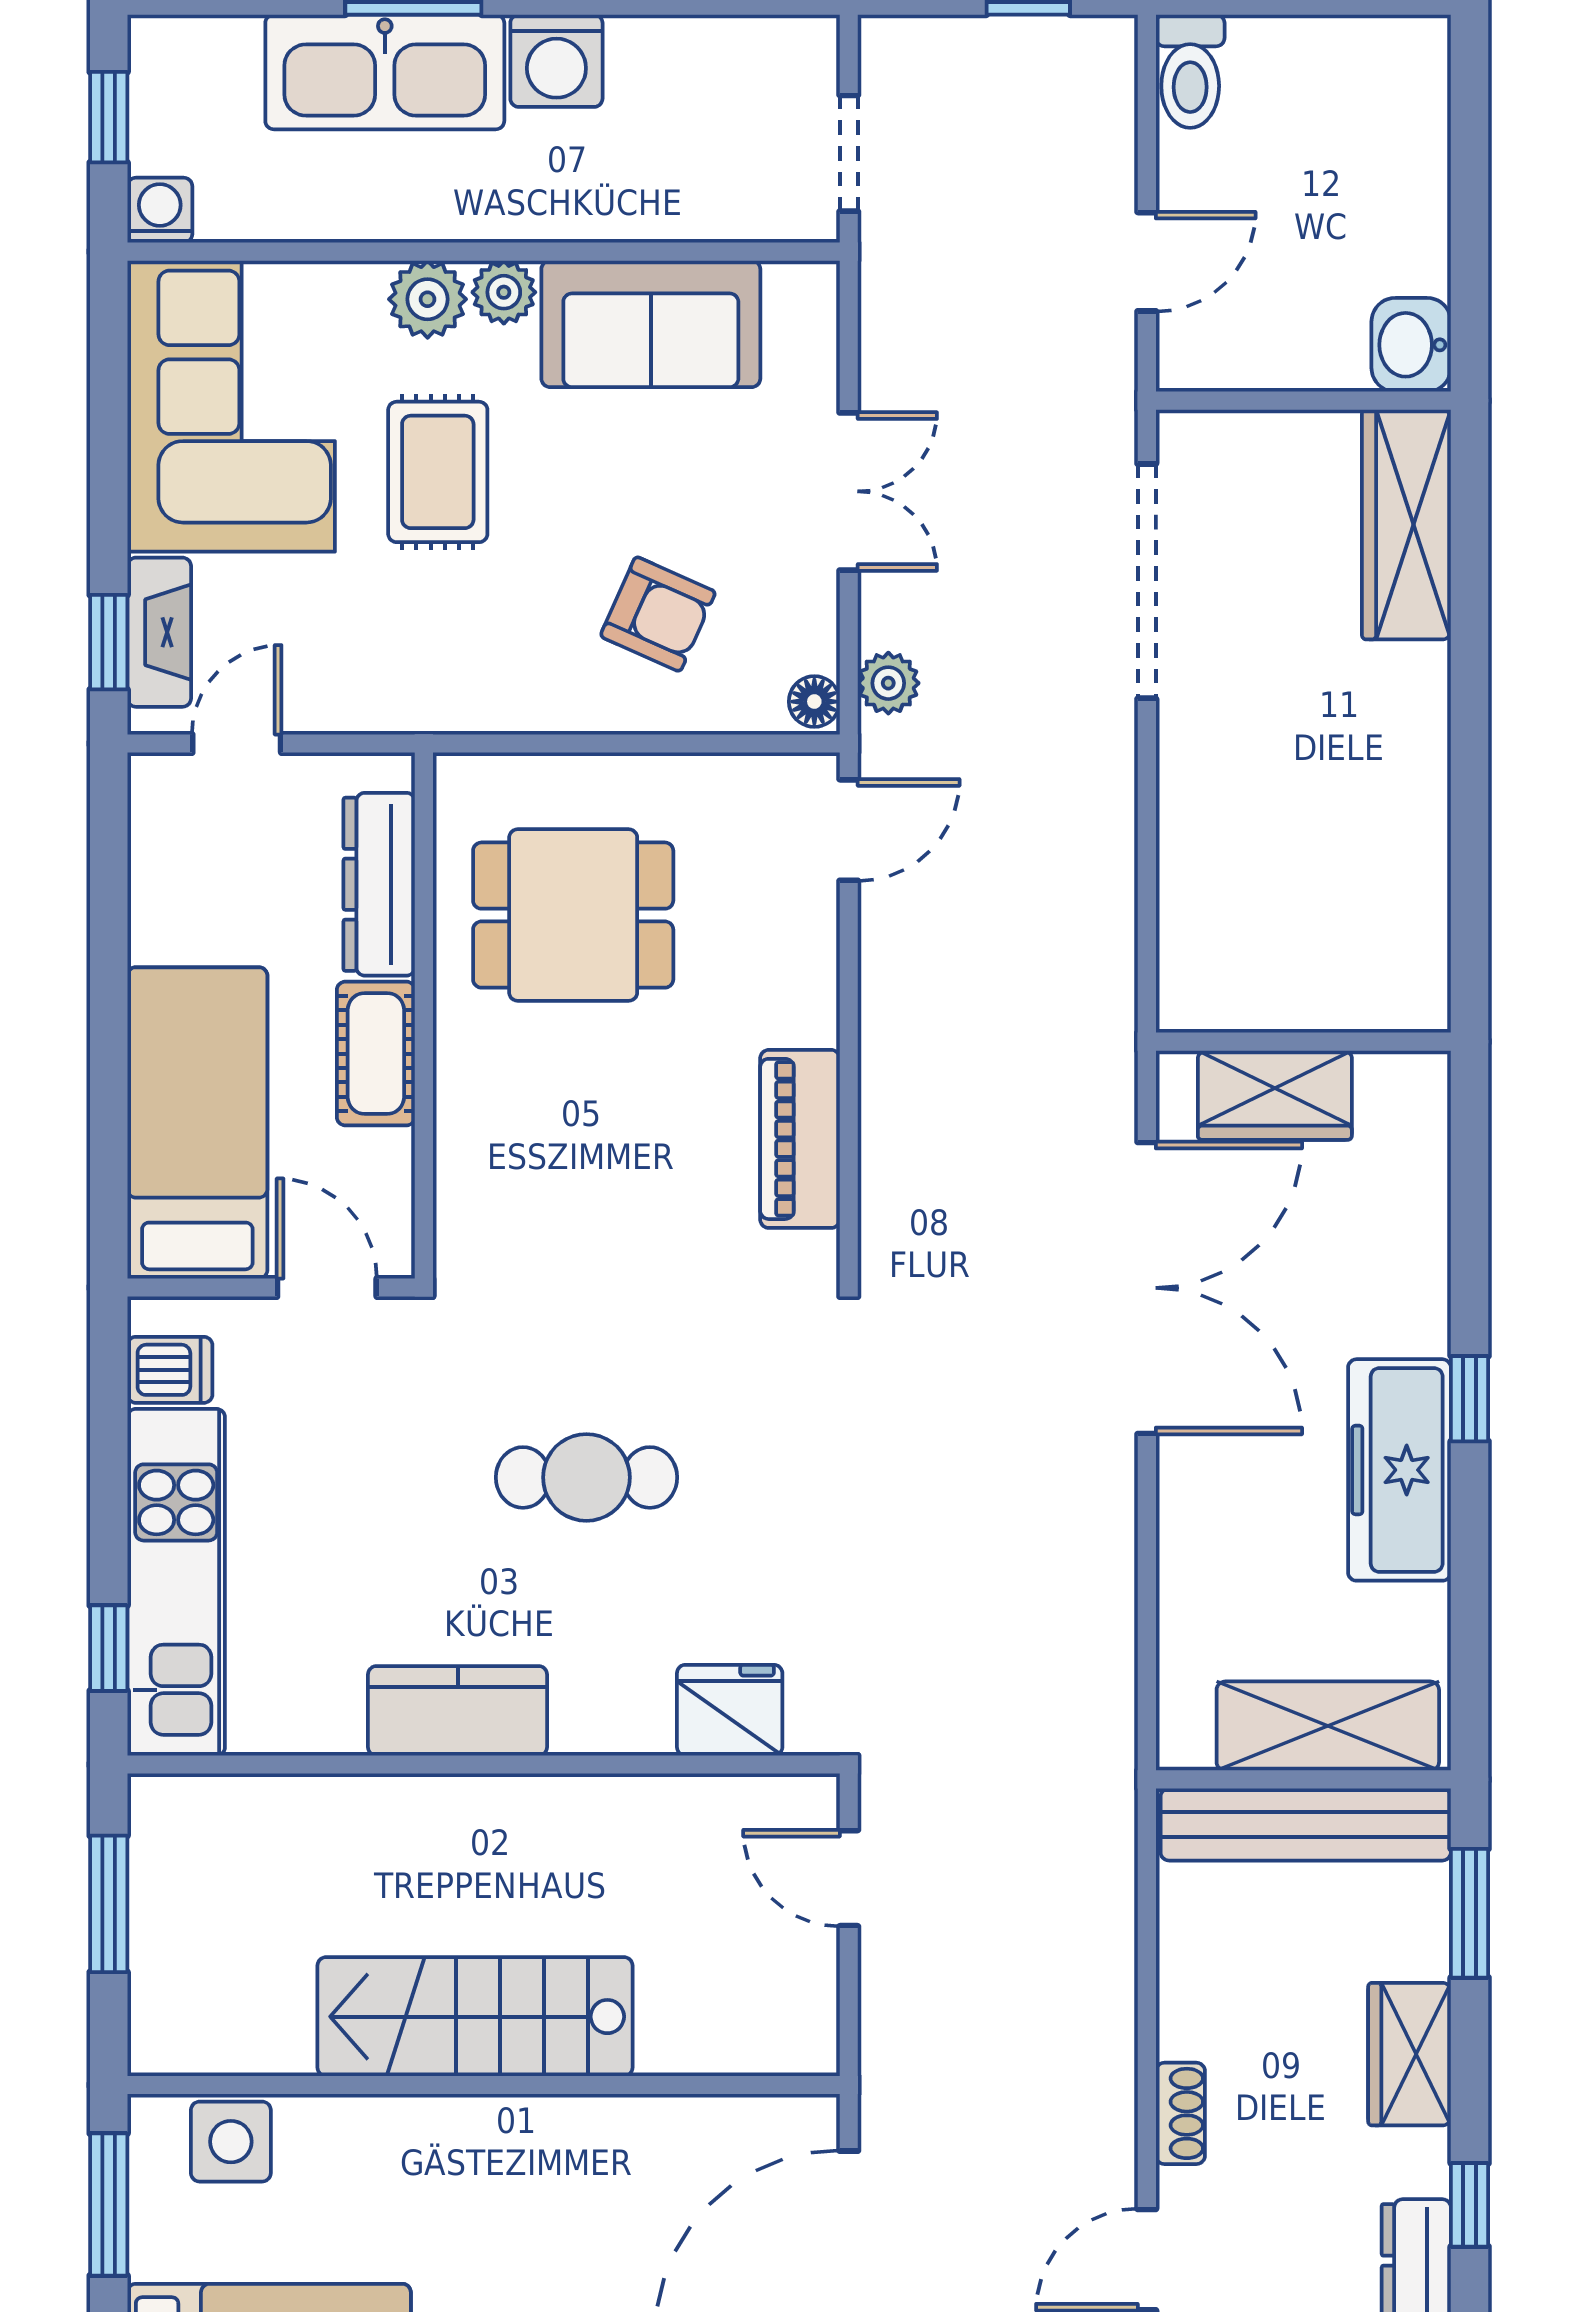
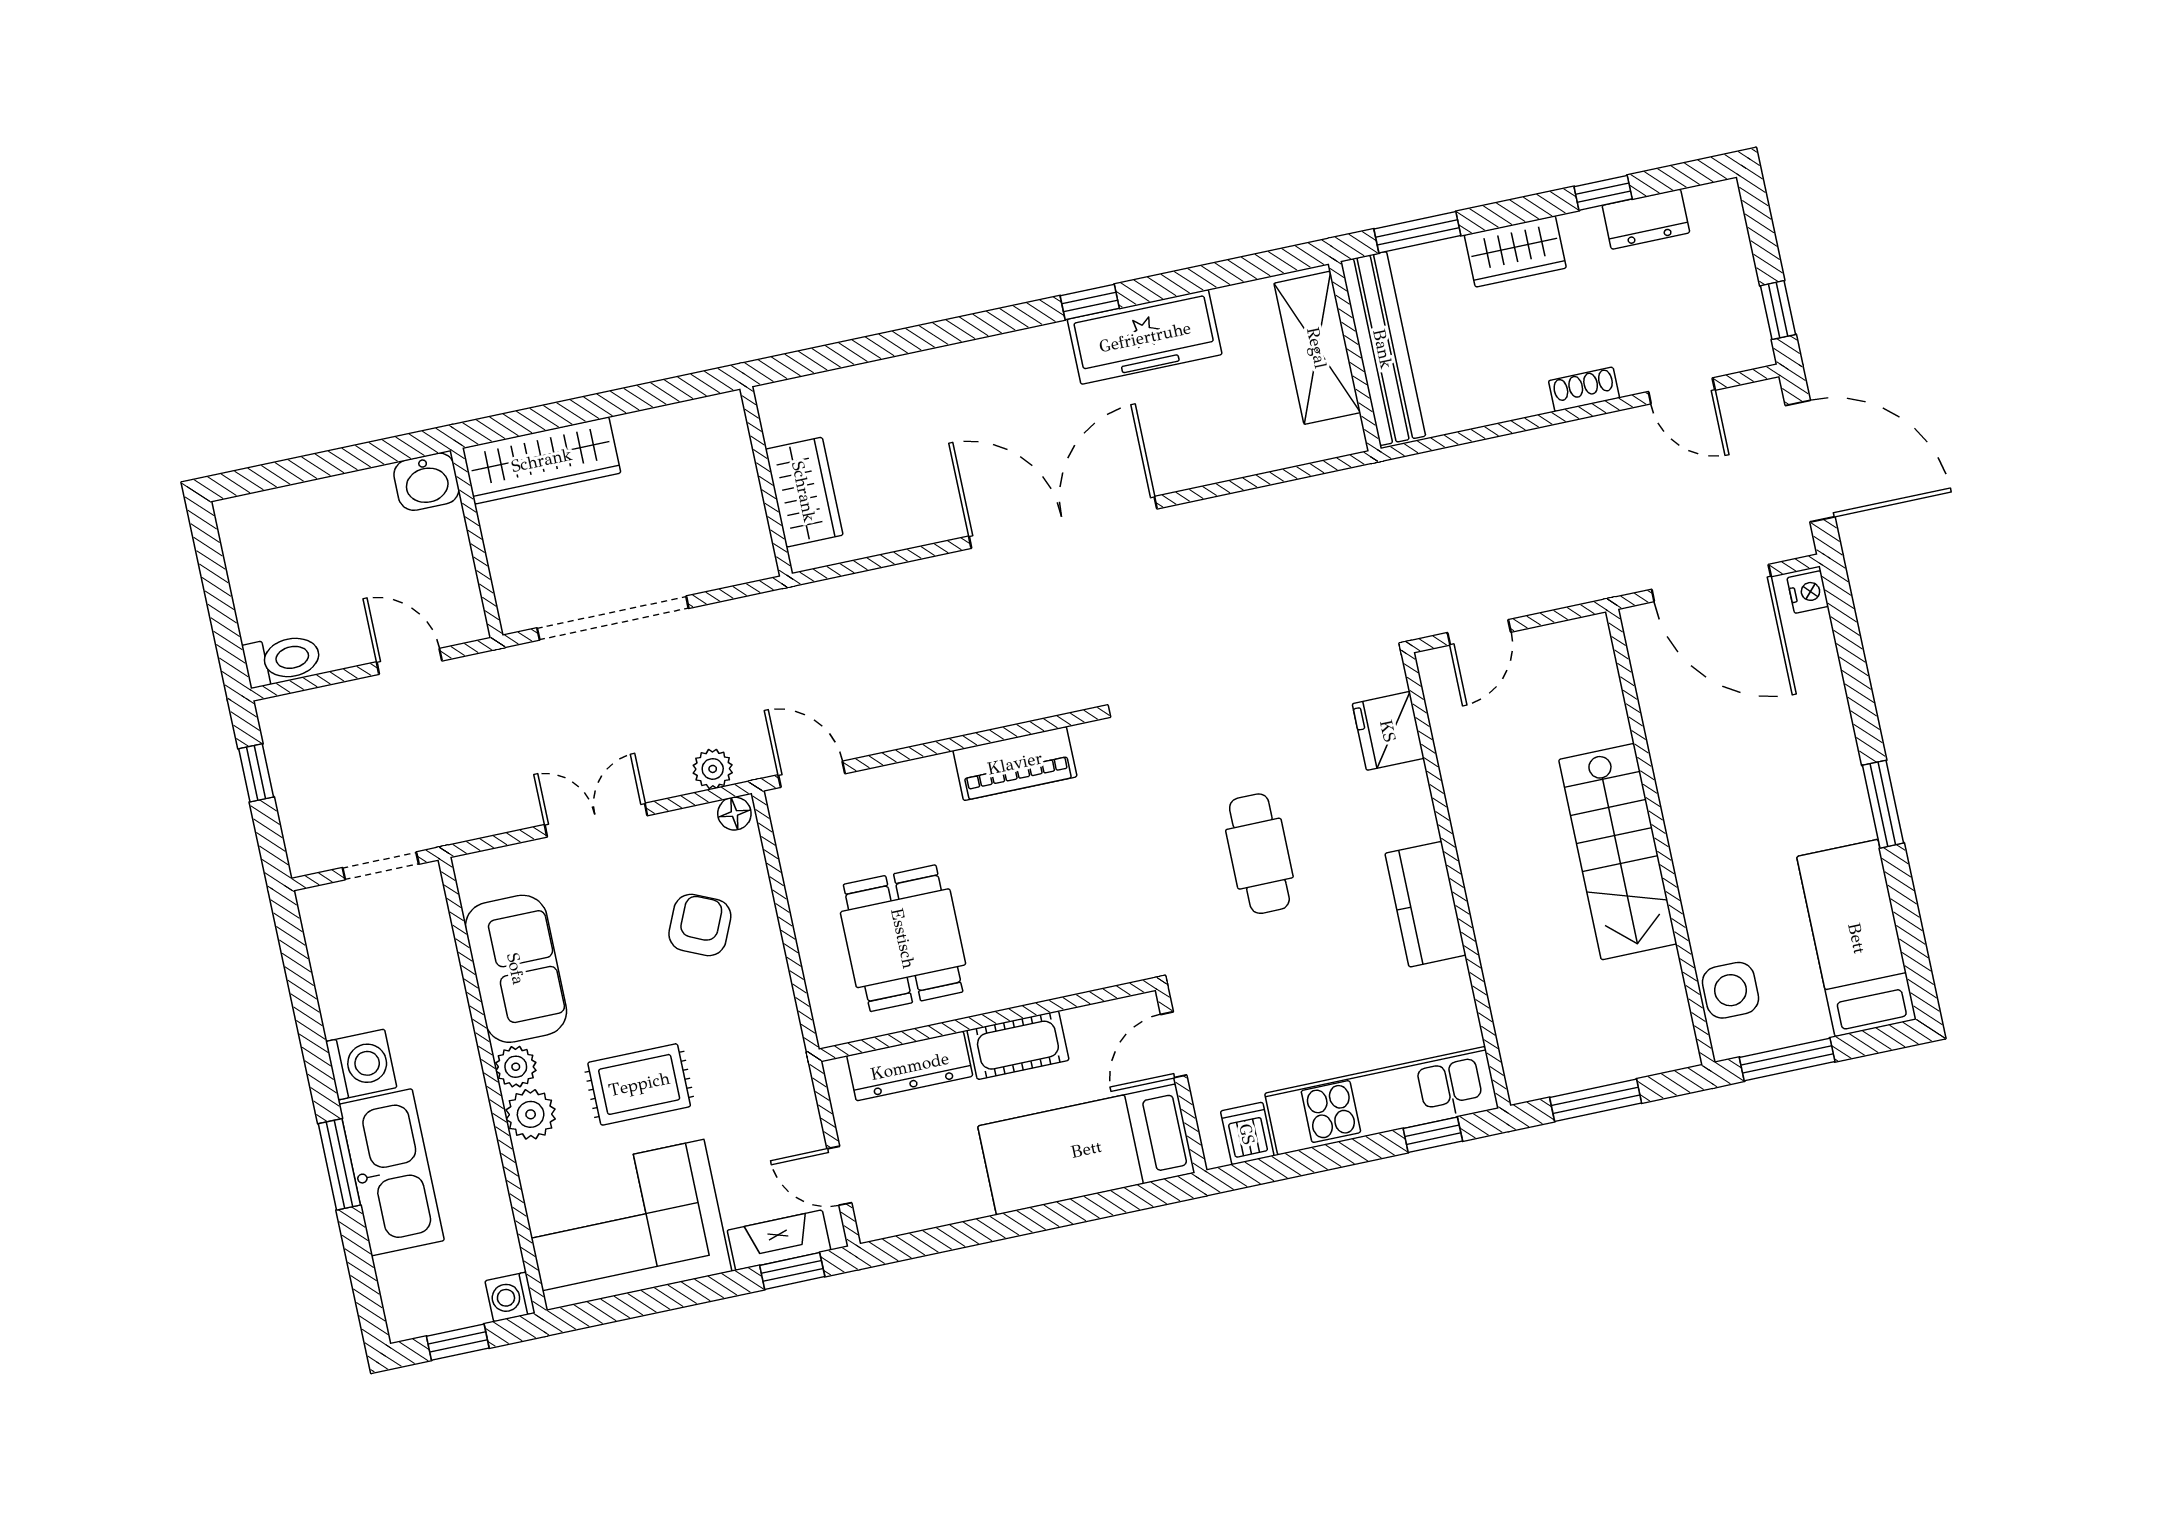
wall: (1303, 1042) -> (766, 481), moved
wardrobe: (1275, 1095) -> (804, 492), moved

